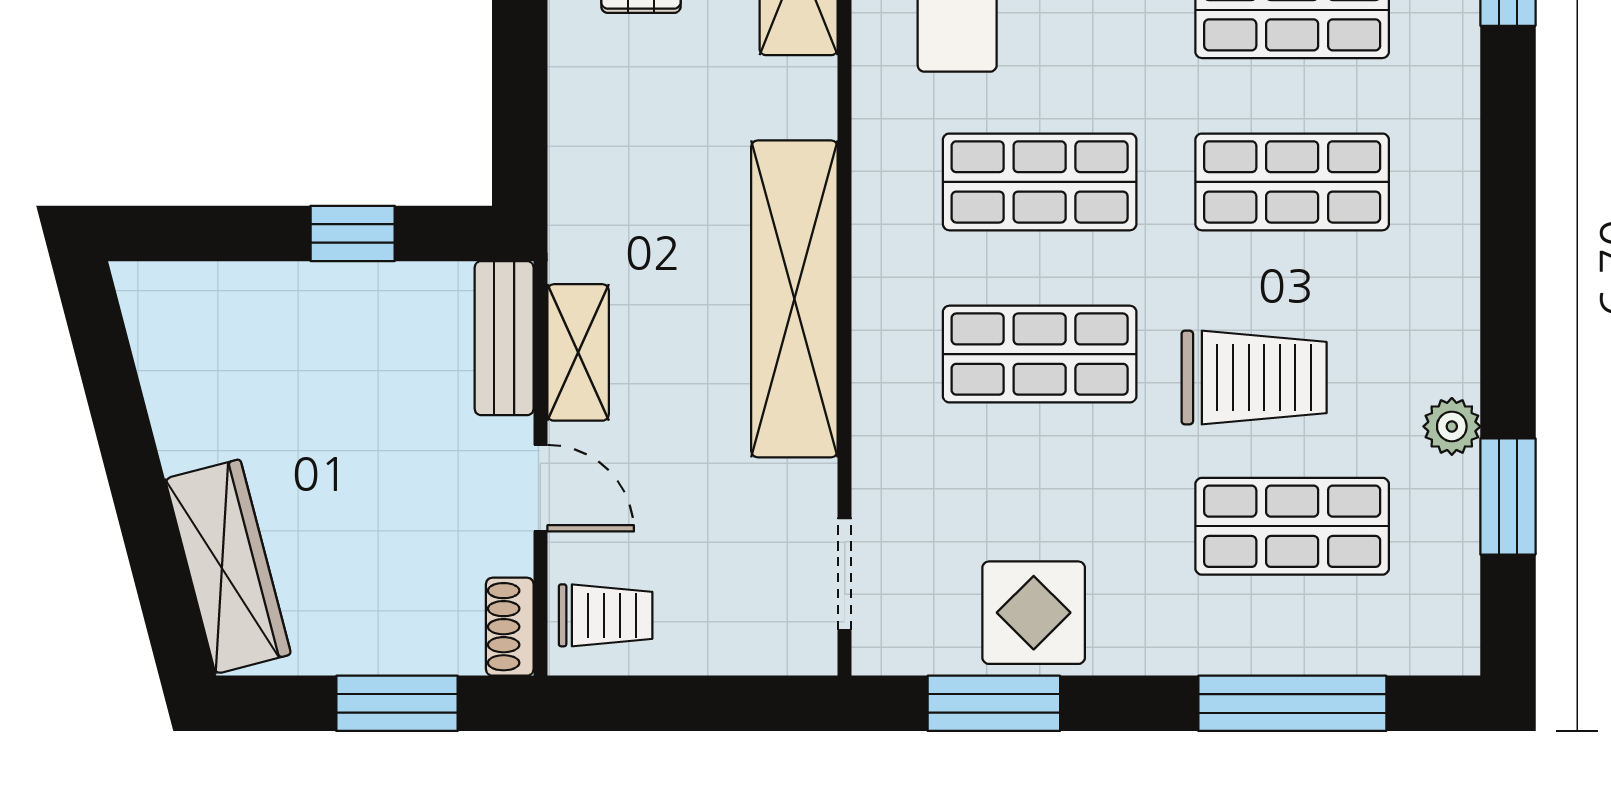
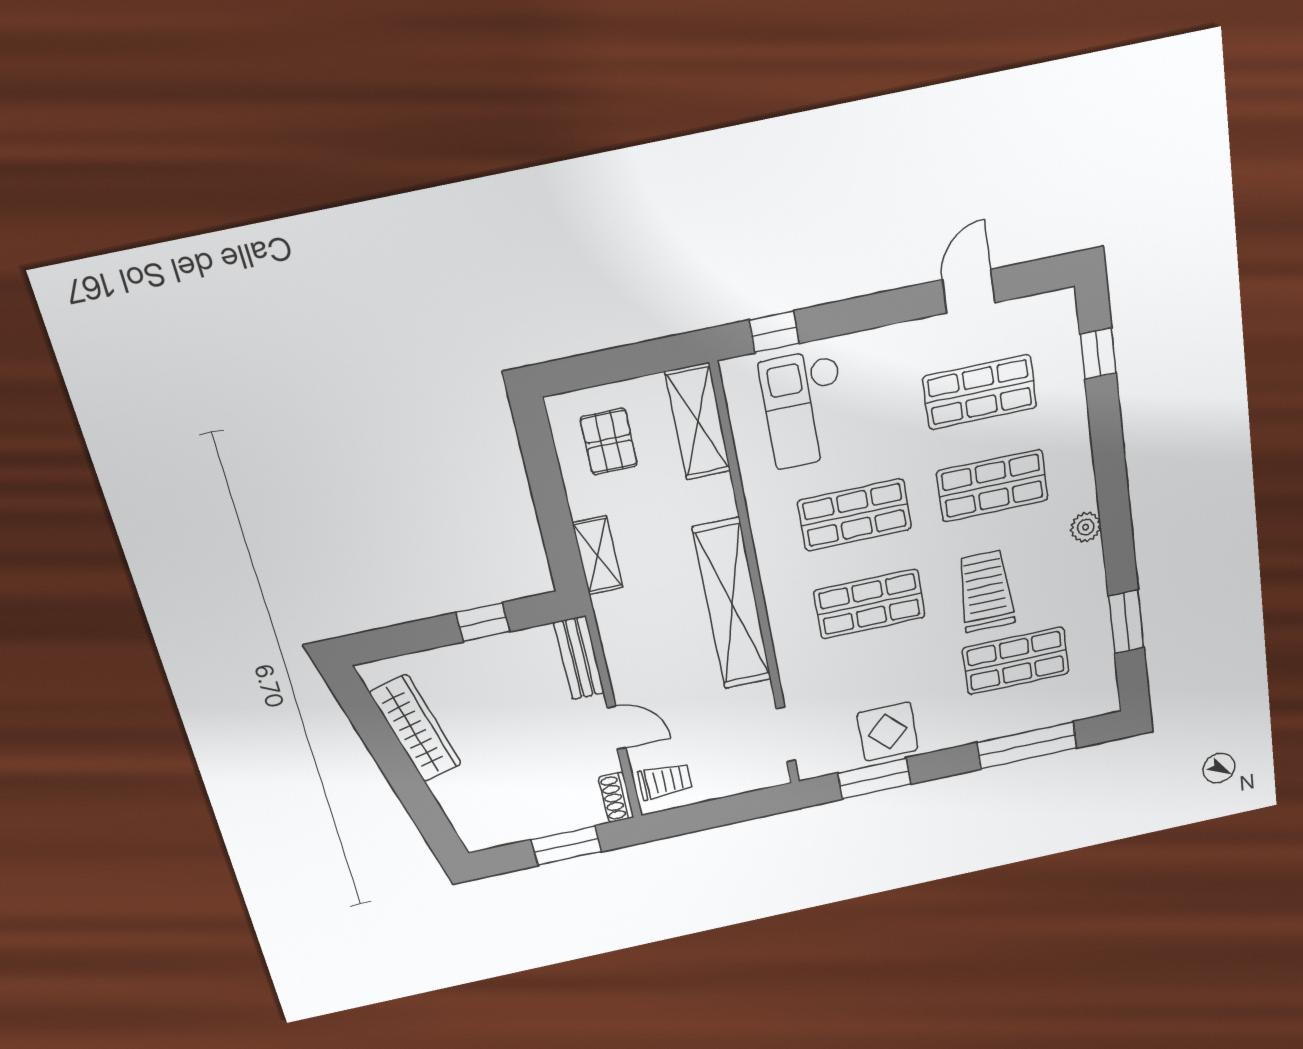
shelving: (578, 352) -> (598, 555), moved
trolley: (1254, 378) -> (986, 591), turned -90
plant: (1452, 426) -> (1086, 527), moved
wardrobe: (228, 567) -> (416, 728), moved

